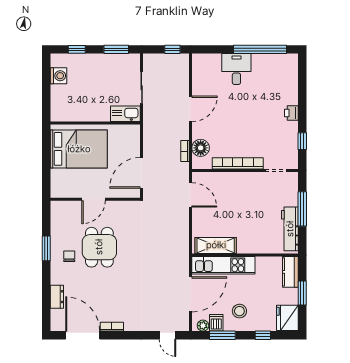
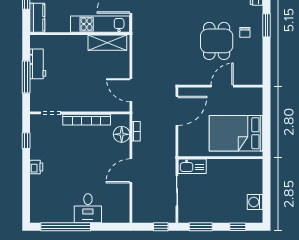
window: (172, 49) -> (161, 227), moved
workbench: (290, 229) -> (38, 64), width x0.73
window: (46, 248) -> (266, 25), moved

